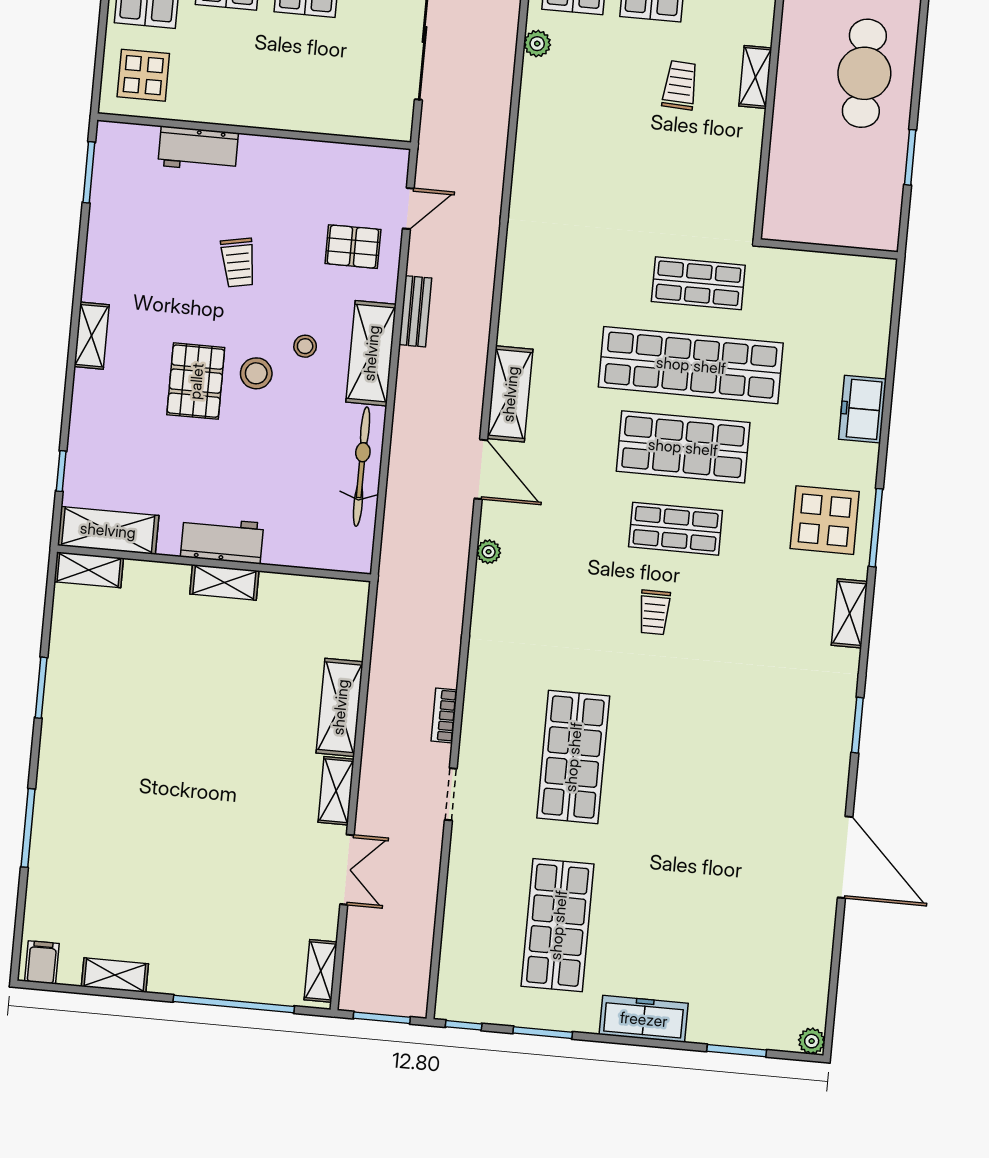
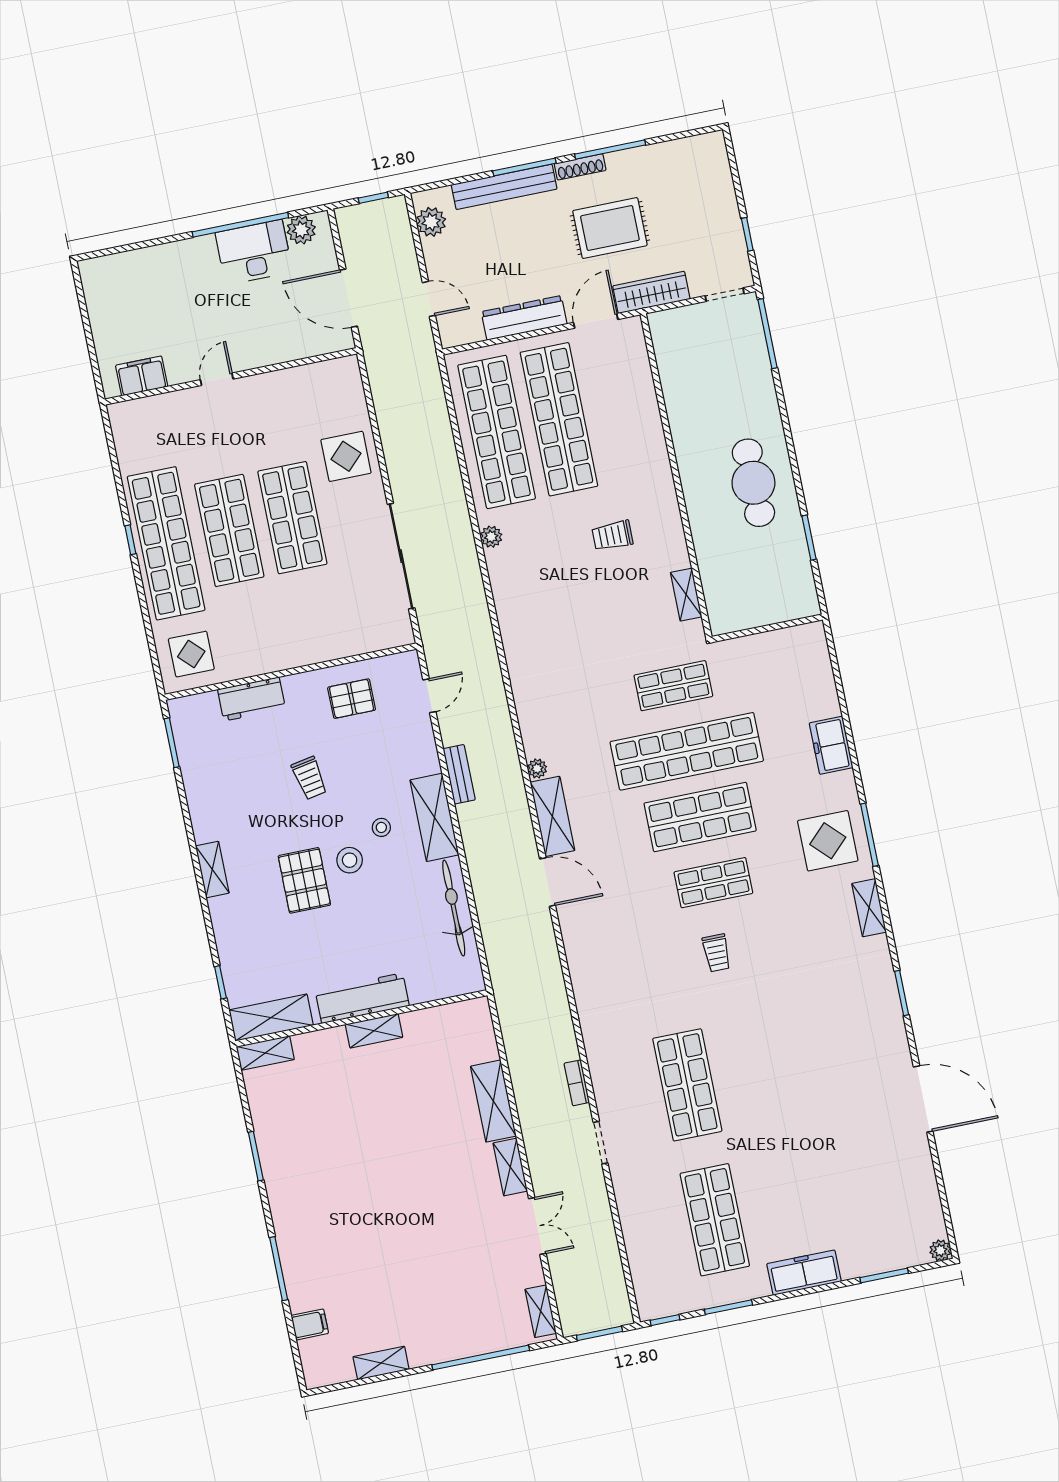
shelving: (755, 77) -> (686, 595), moved
trolley: (680, 85) -> (612, 536), turned -93
pallet: (353, 247) -> (352, 699), moved
workbench: (222, 540) -> (362, 998), width x1.38
plant: (489, 552) -> (537, 768), moved
filing cabinet: (42, 962) -> (310, 1324), moved, turned 90

